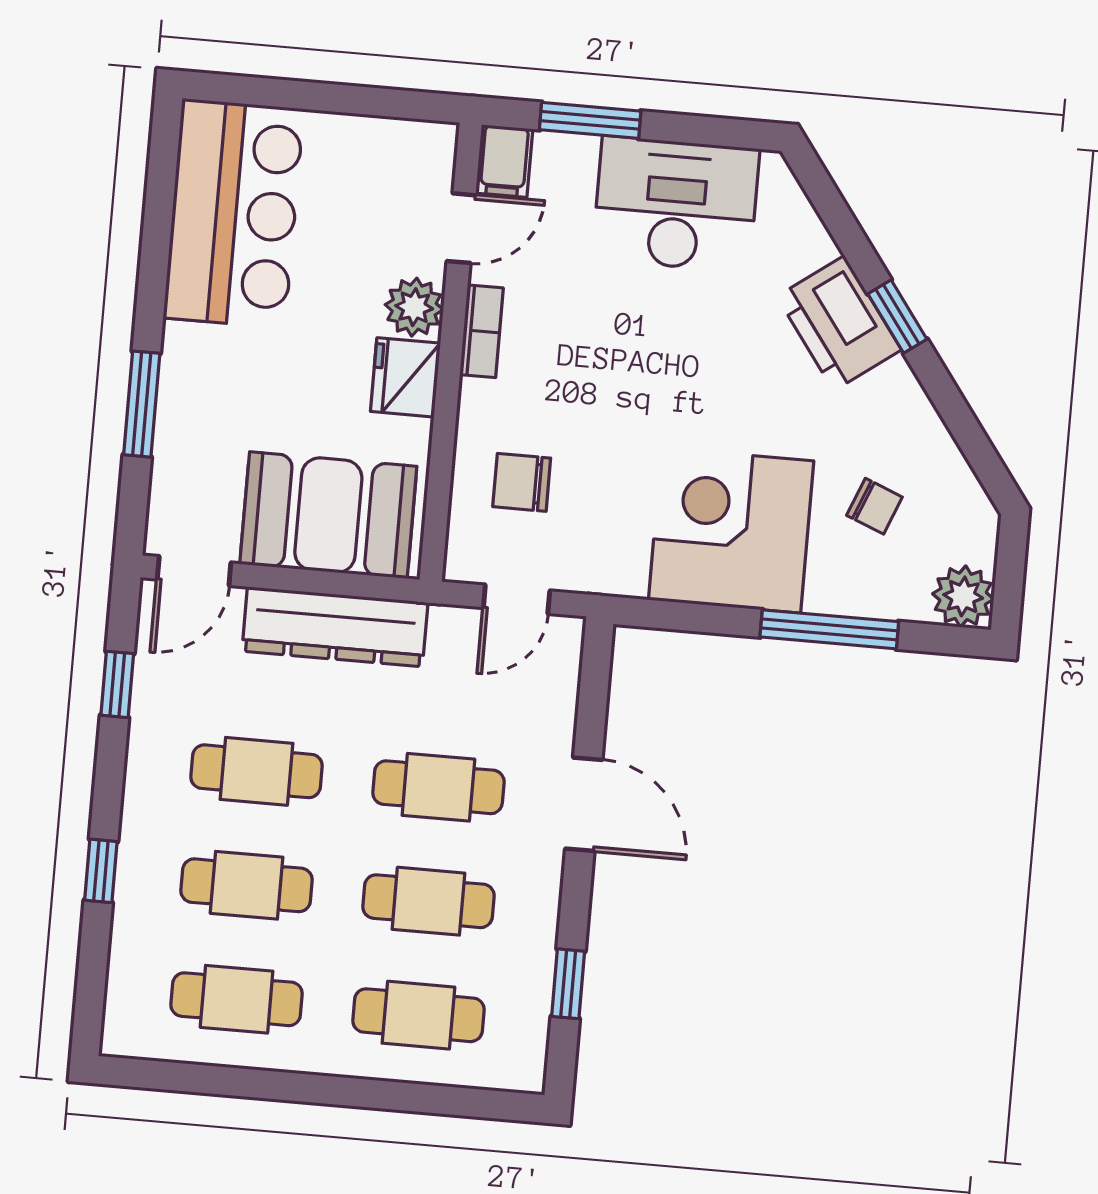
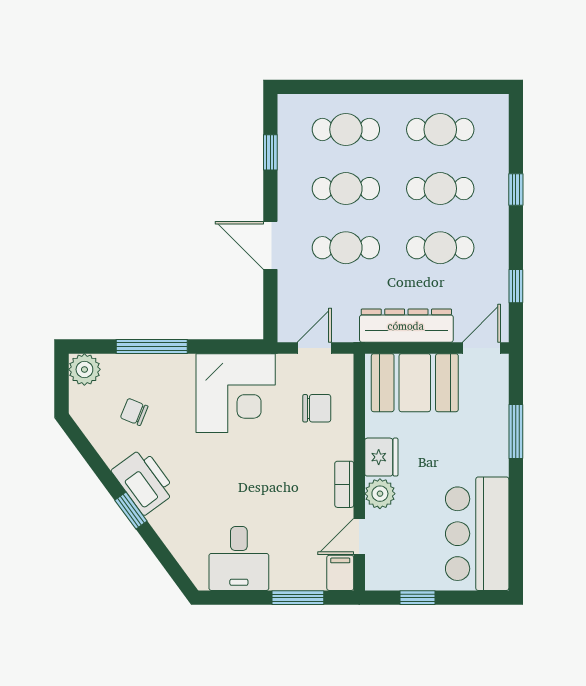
window: (360, 100) -> (417, 598), added
desk: (676, 204) -> (239, 558), width x0.73
printer: (839, 323) -> (144, 481), moved
corner desk: (731, 530) -> (236, 393), moved

